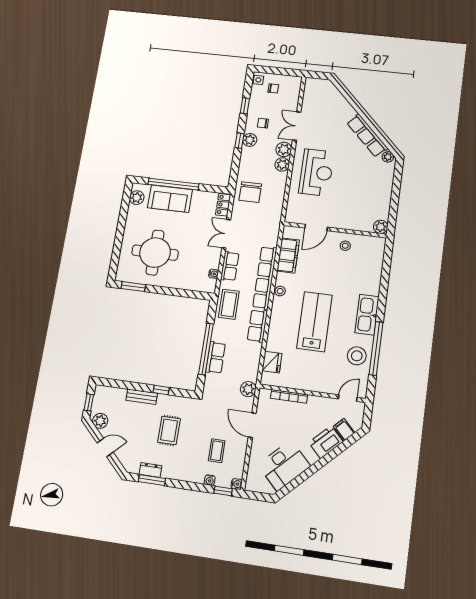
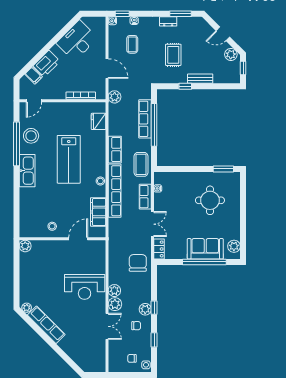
reception desk: (316, 172) -> (85, 287), turned -90
round table: (155, 253) -> (210, 200), width x0.73, depth x0.73
row of seats: (216, 358) -> (145, 119), width x1.48
dresser: (150, 470) -> (168, 21), moved

